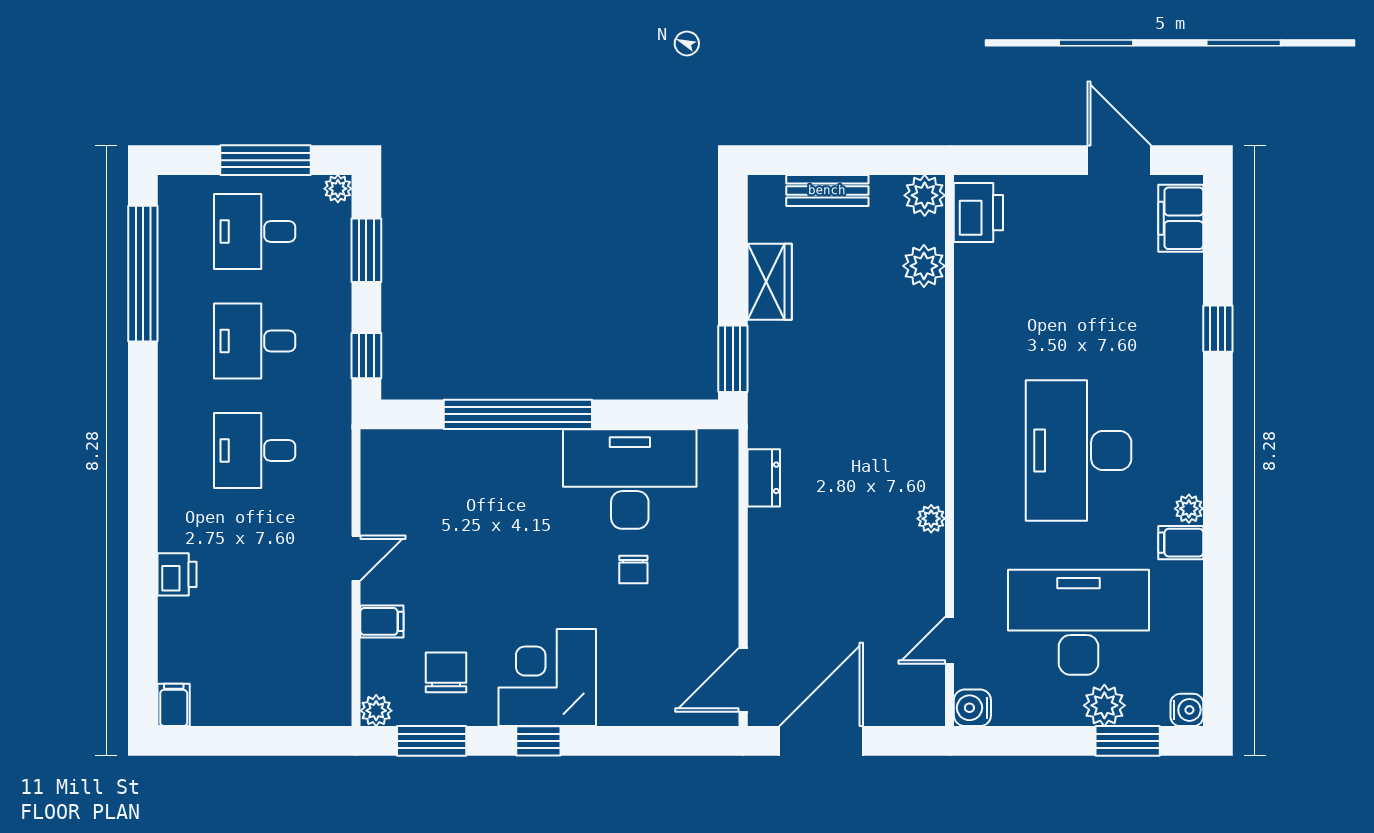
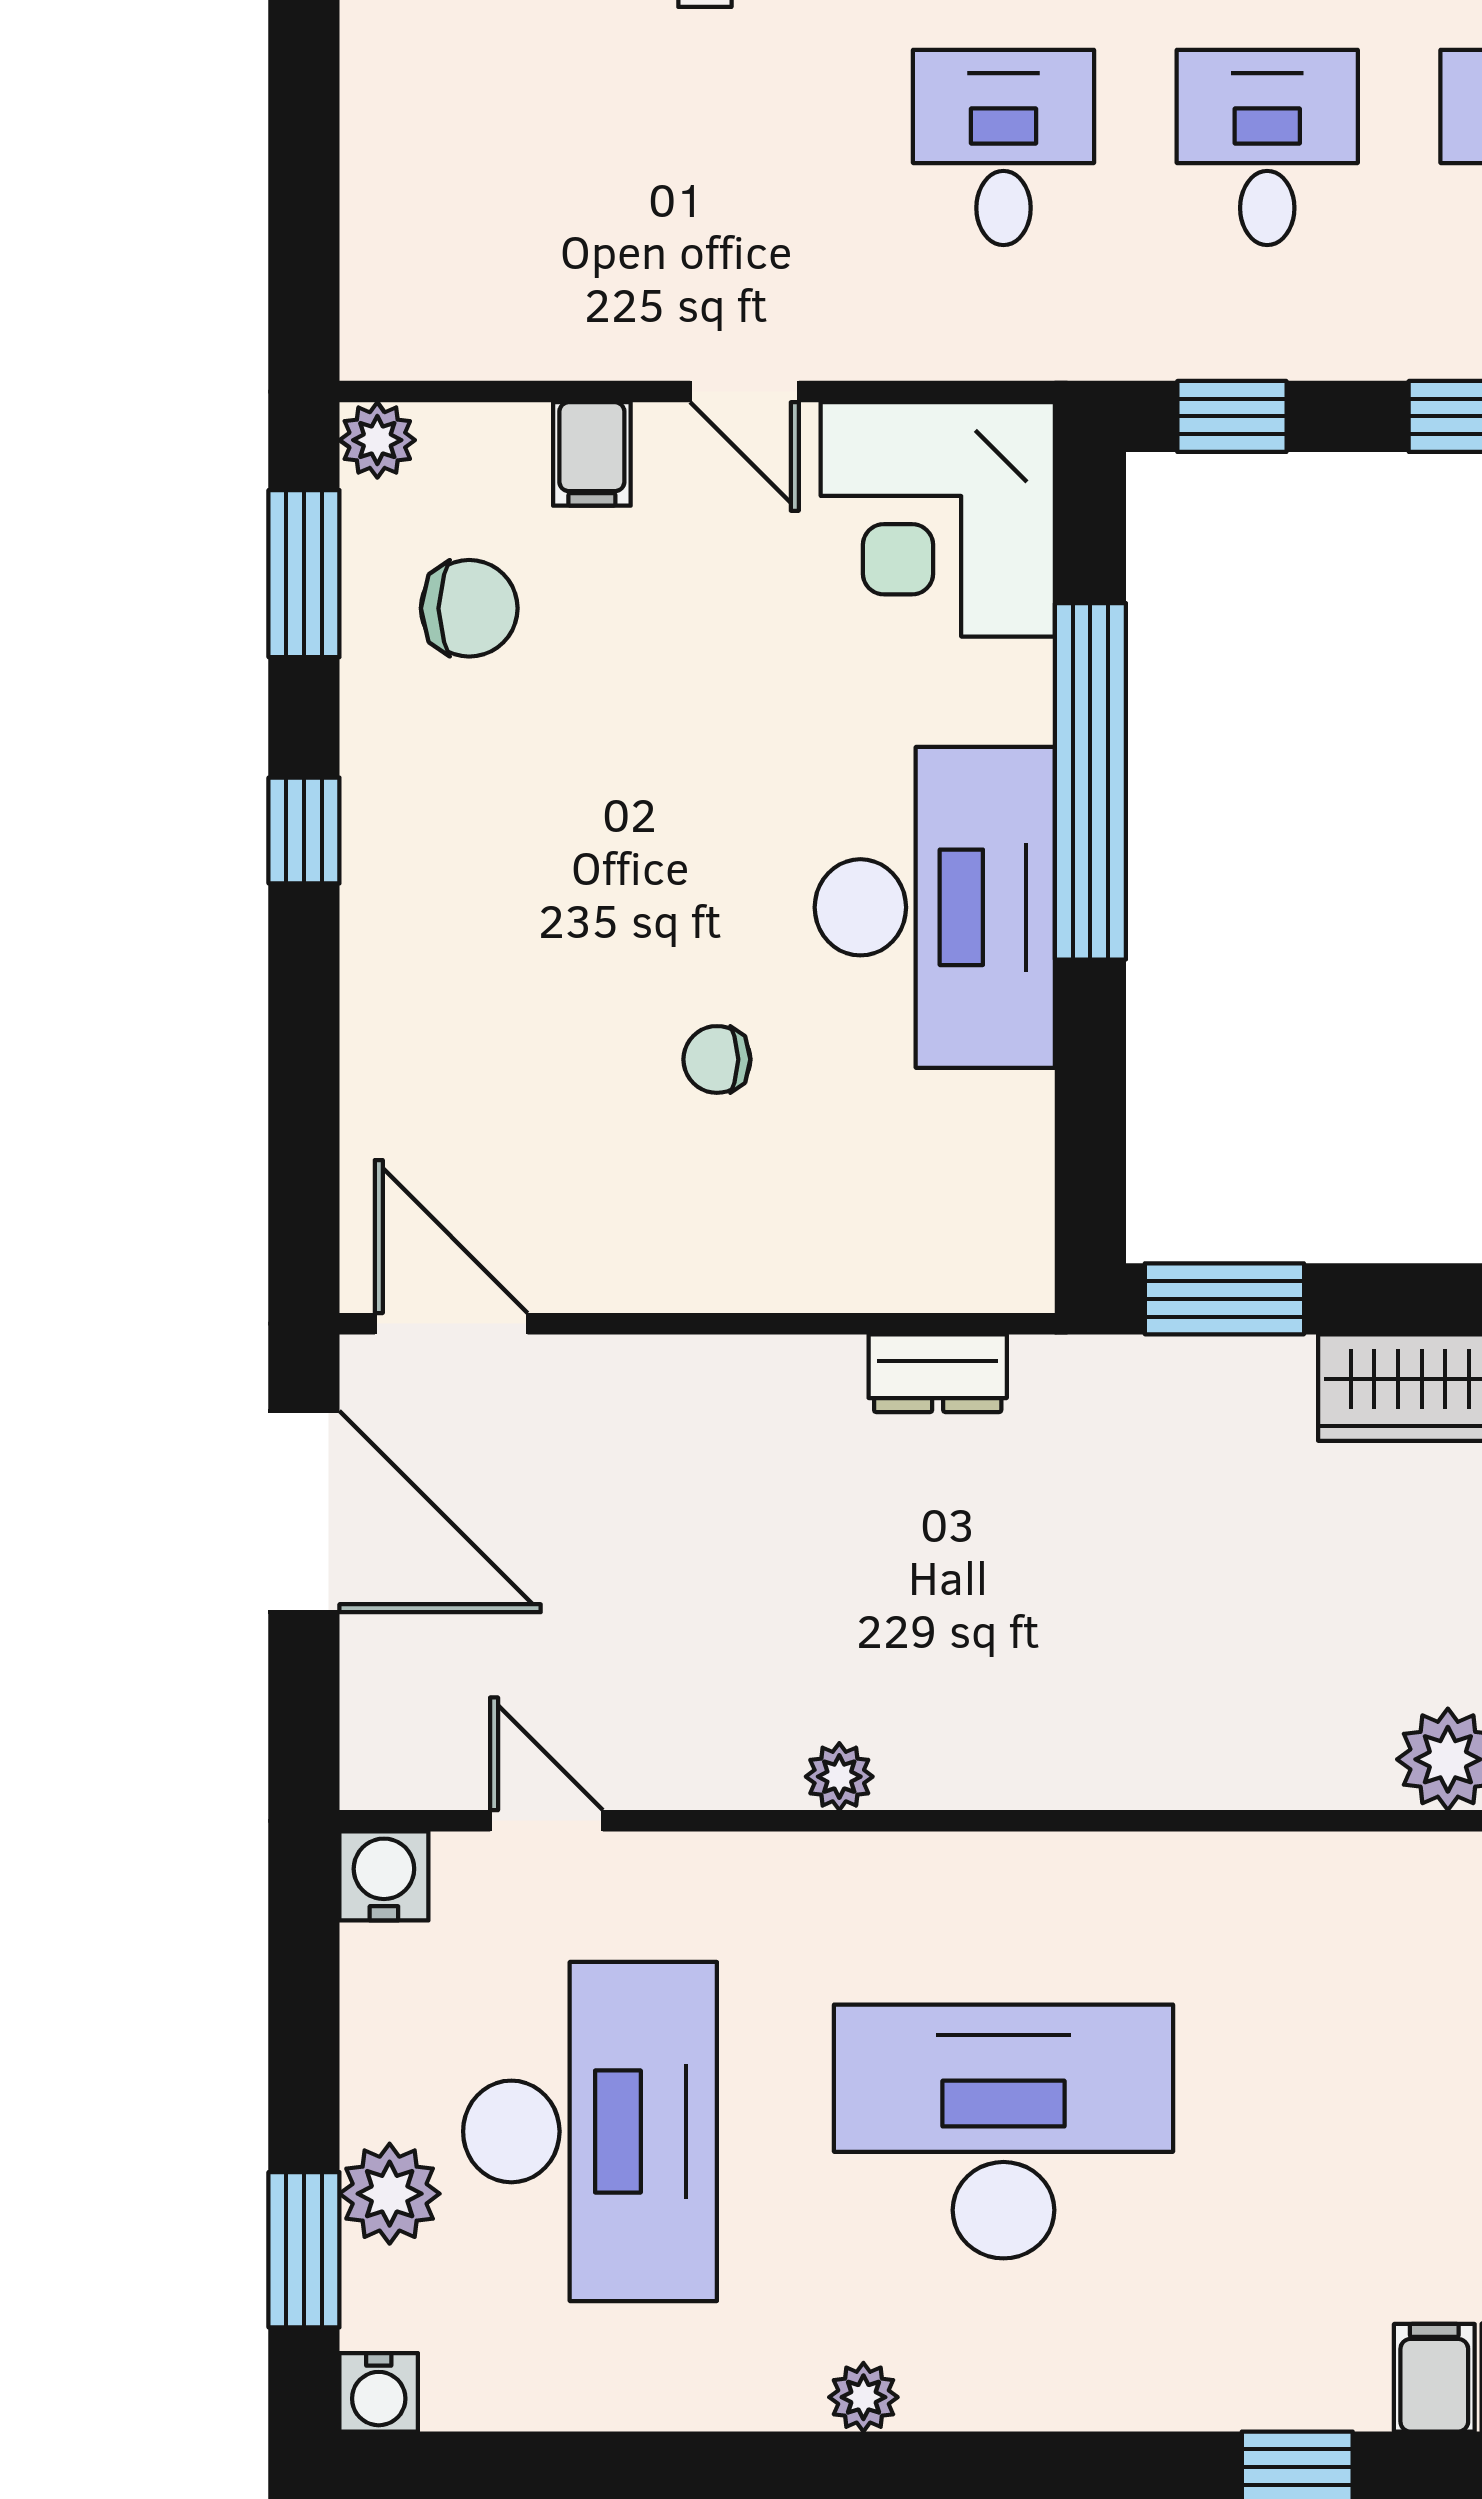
desk: (630, 479) -> (935, 907), moved
filing cabinet: (1181, 543) -> (1434, 2378), moved
corner desk: (547, 678) -> (938, 519), moved, turned 180

